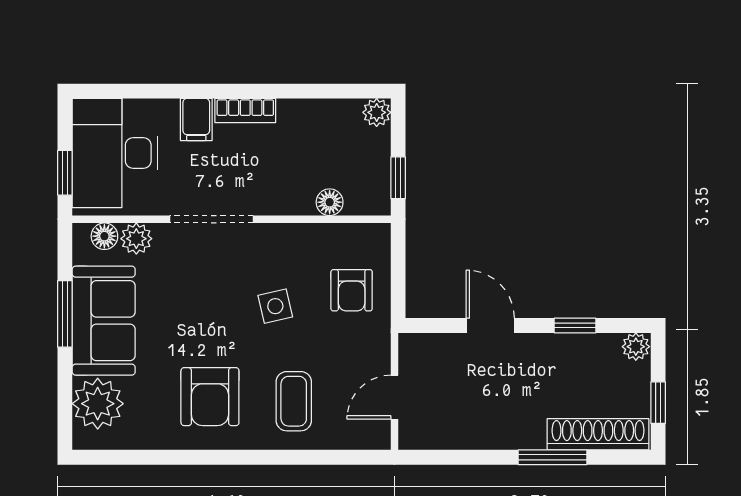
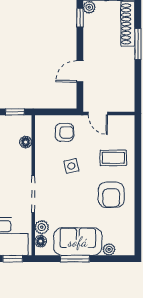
window: (575, 325) -> (80, 18), moved
armchair: (210, 397) -> (111, 195), turned 90
door: (394, 397) -> (98, 114), moved
plant: (98, 404) -> (109, 249), width x0.53, depth x0.53

